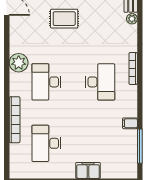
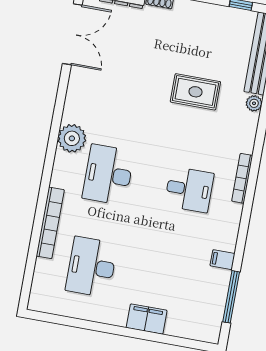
rug: (64, 19) -> (195, 92), moved
desk: (100, 82) -> (189, 189), width x0.73

